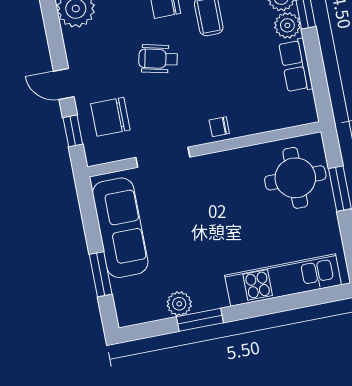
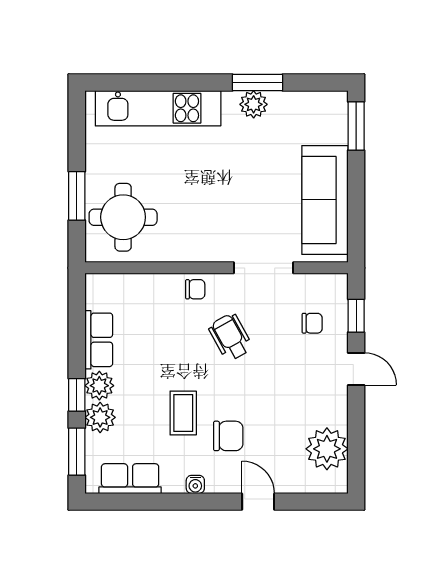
wheelchair: (158, 59) -> (231, 337), moved, turned -132
chair: (110, 117) -> (312, 323), width x0.54, depth x0.54
window: (101, 274) -> (356, 126), moved
plant: (179, 304) -> (254, 104), moved

